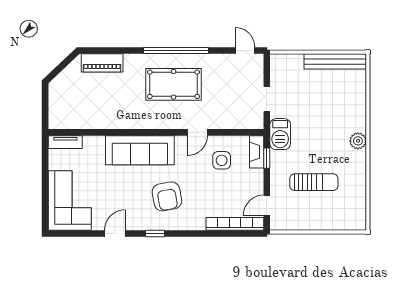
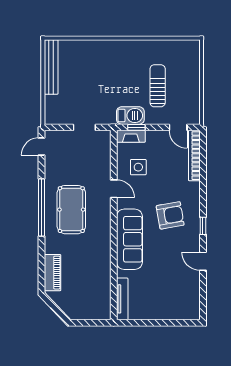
barbecue: (280, 134) -> (130, 116), moved
plant: (358, 141) -> (121, 47), removed
tv unit: (65, 142) -> (122, 299), width x1.41
corner sofa: (70, 200) -> (174, 301), removed

